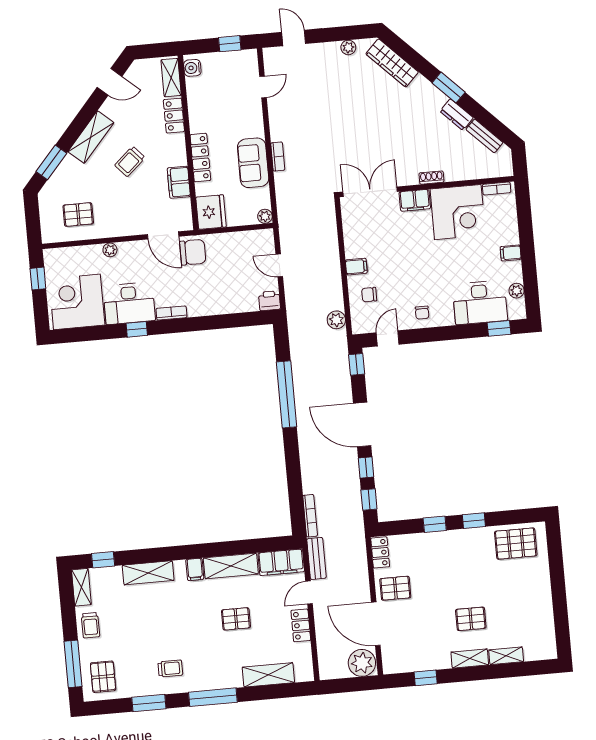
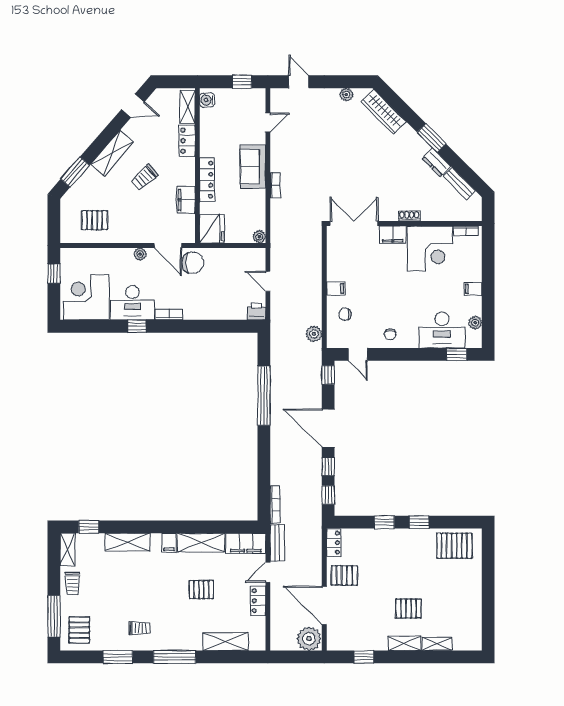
sofa: (253, 163) -> (253, 167), moved
plant: (110, 250) -> (140, 254), moved
door: (388, 338) -> (358, 354), swing flipped

